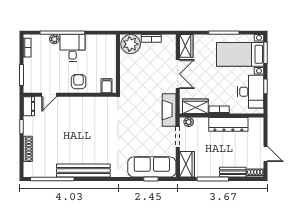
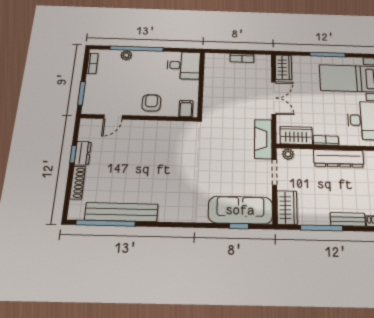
plant: (131, 44) -> (217, 63), removed
desk: (73, 48) -> (184, 65), moved, turned 90
dresser: (29, 106) -> (83, 153), moved
bench: (83, 171) -> (121, 212), moved

